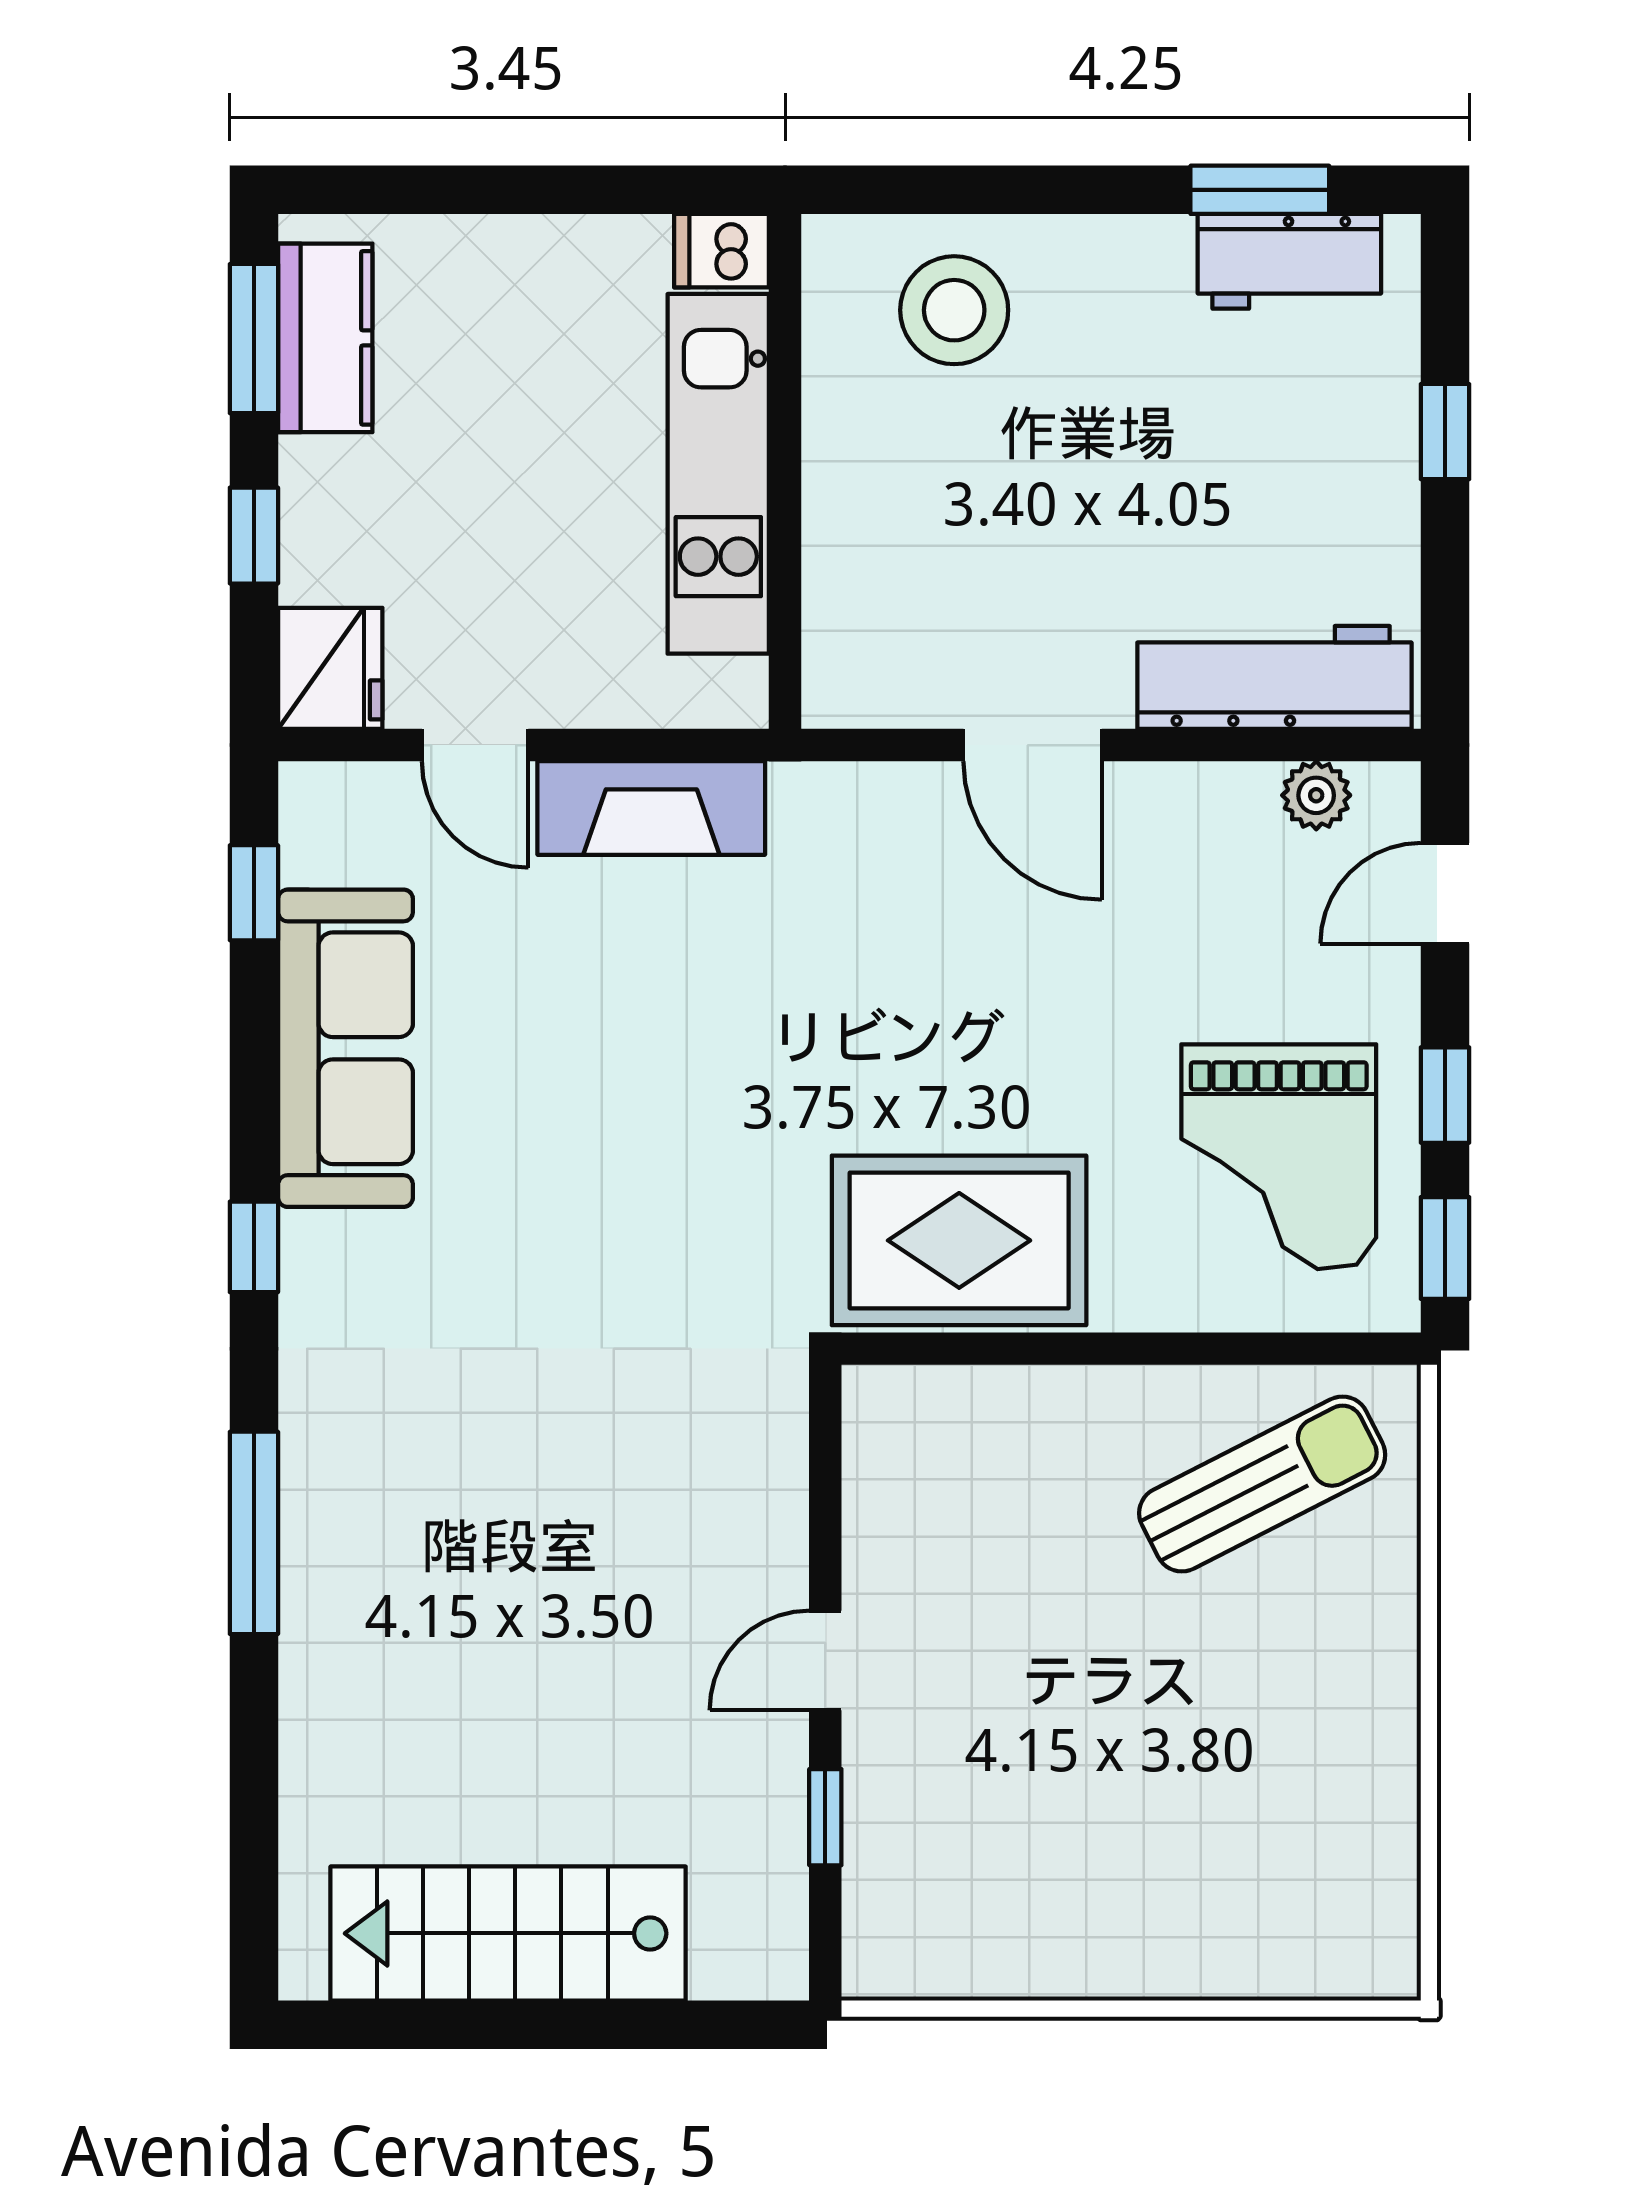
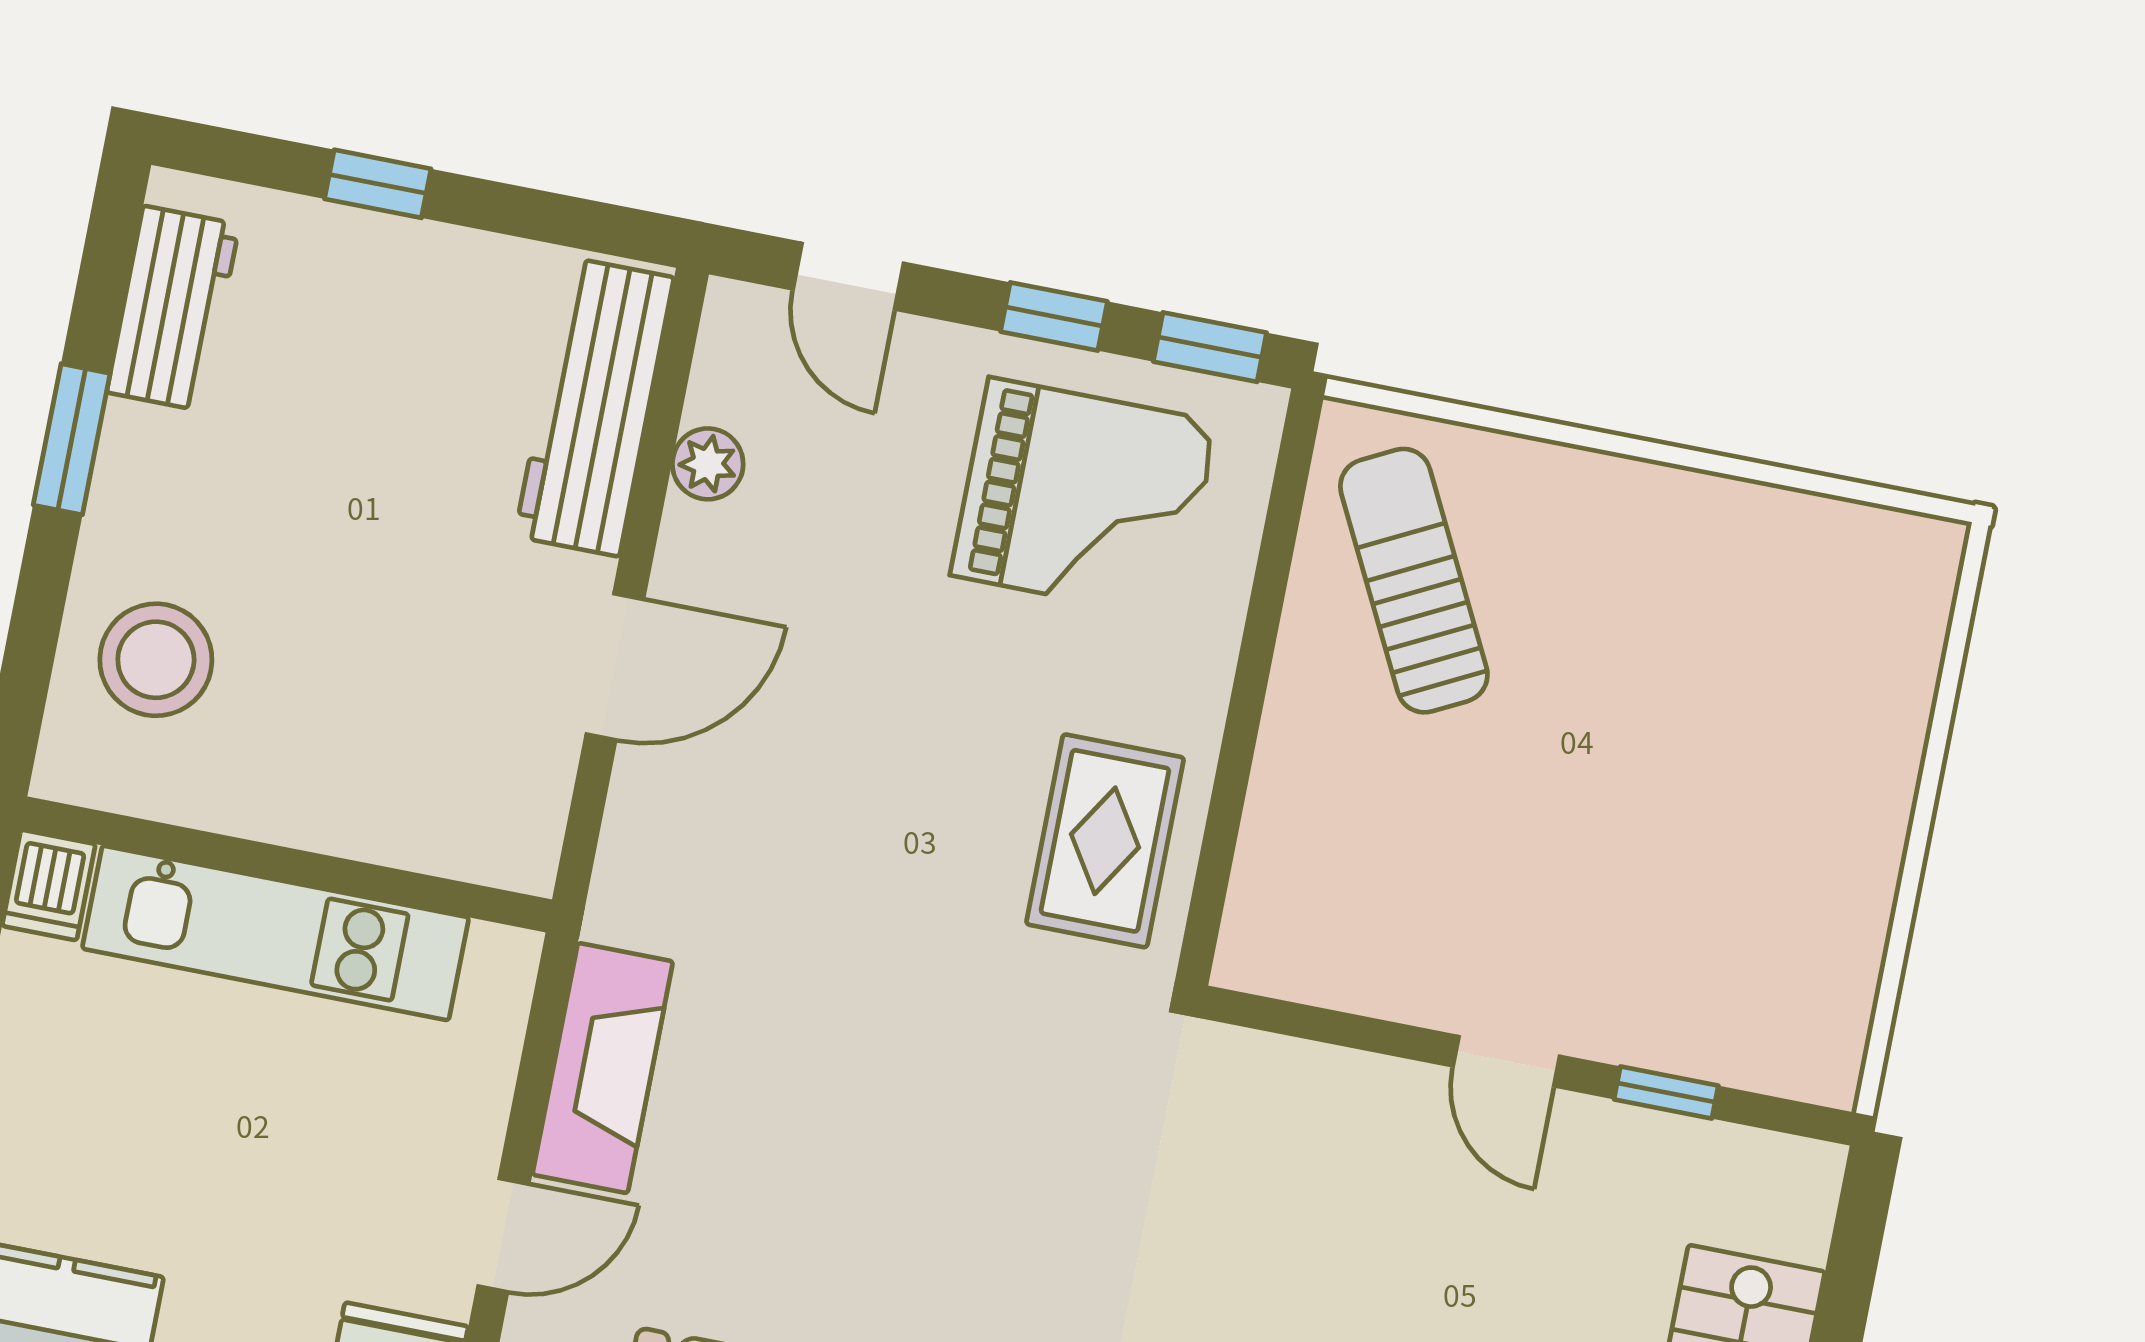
window: (1260, 190) -> (72, 439), moved
plant: (1316, 795) -> (708, 464), moved
rug: (959, 1240) -> (1105, 841), width x0.73, depth x0.70

